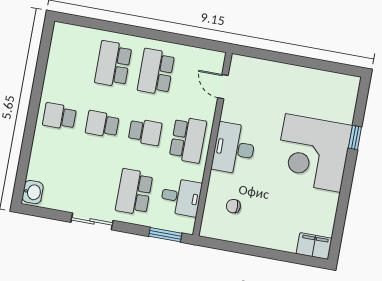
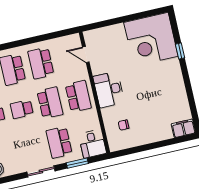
school desk: (145, 132) -> (50, 103), width x1.85
corner desk: (313, 153) -> (151, 39), moved
desk: (181, 197) -> (92, 144), moved, turned 90
window: (165, 235) -> (77, 163), moved

